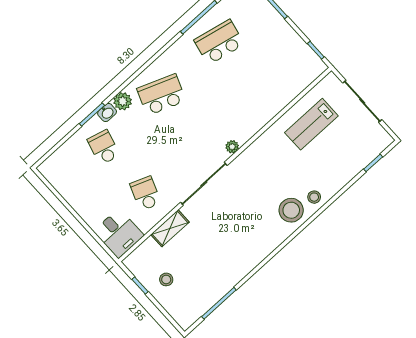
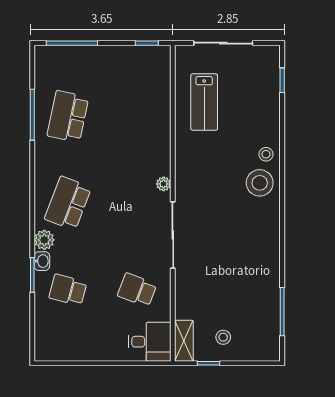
shelving: (170, 228) -> (184, 341), moved

